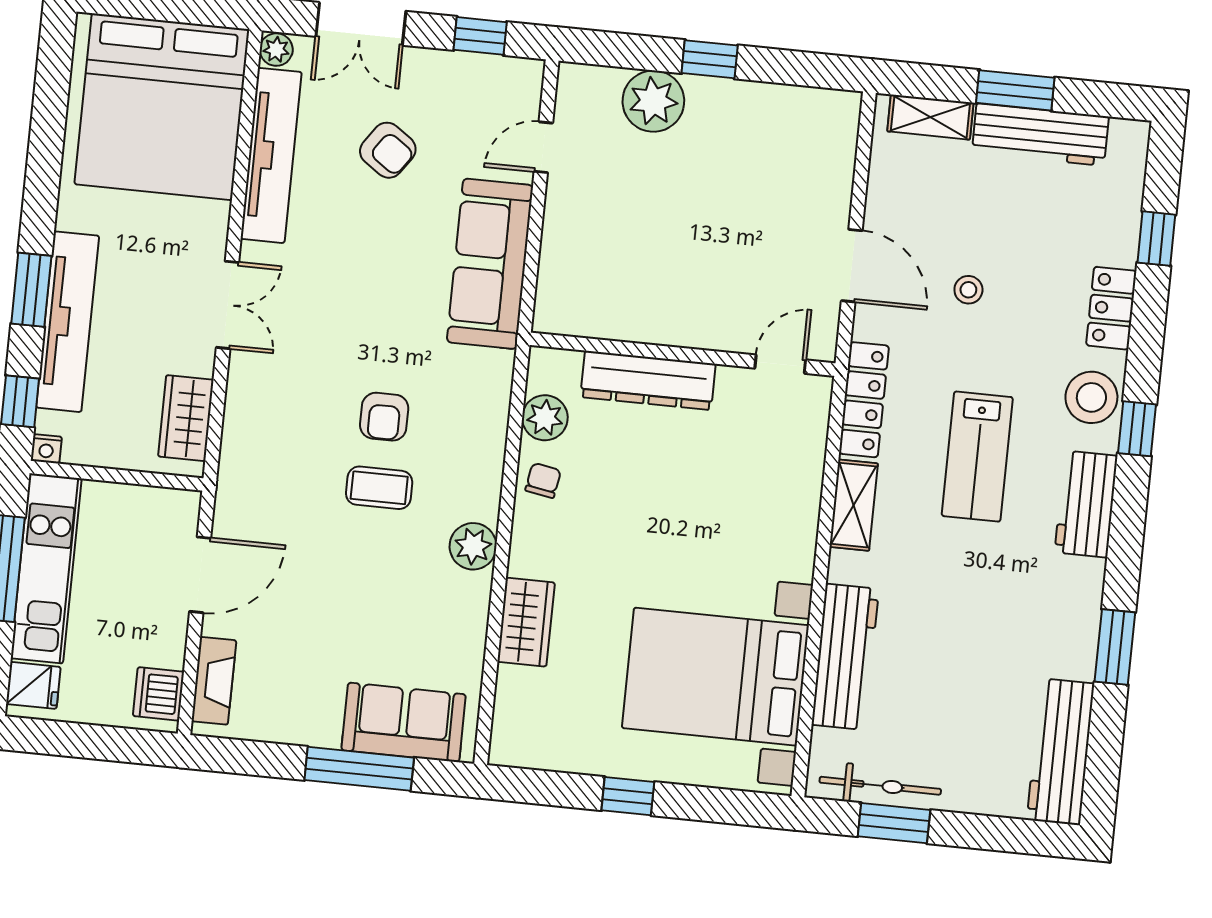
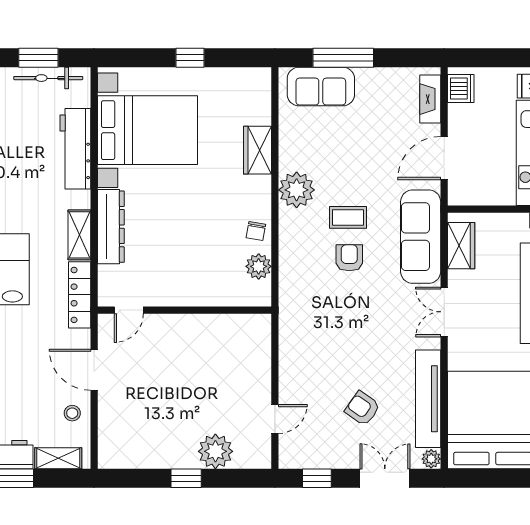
sofa: (490, 264) -> (421, 237), moved, turned 180
stool: (968, 290) -> (72, 413), moved
dresser: (648, 380) -> (111, 227), moved, turned 90
plant: (473, 546) -> (297, 190), width x1.36, depth x1.36

